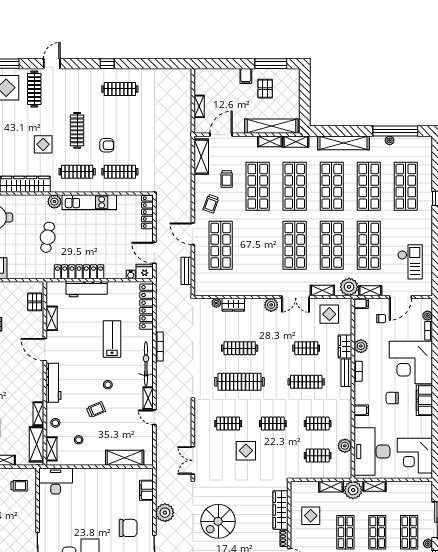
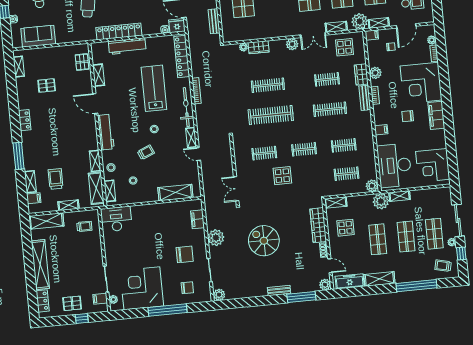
lab bench: (112, 339) -> (154, 88), width x1.36, depth x1.39
plant: (345, 446) -> (372, 186), moved
shelving: (331, 487) -> (336, 203), moved
spiral stairs: (218, 521) -> (264, 241), turned 90

